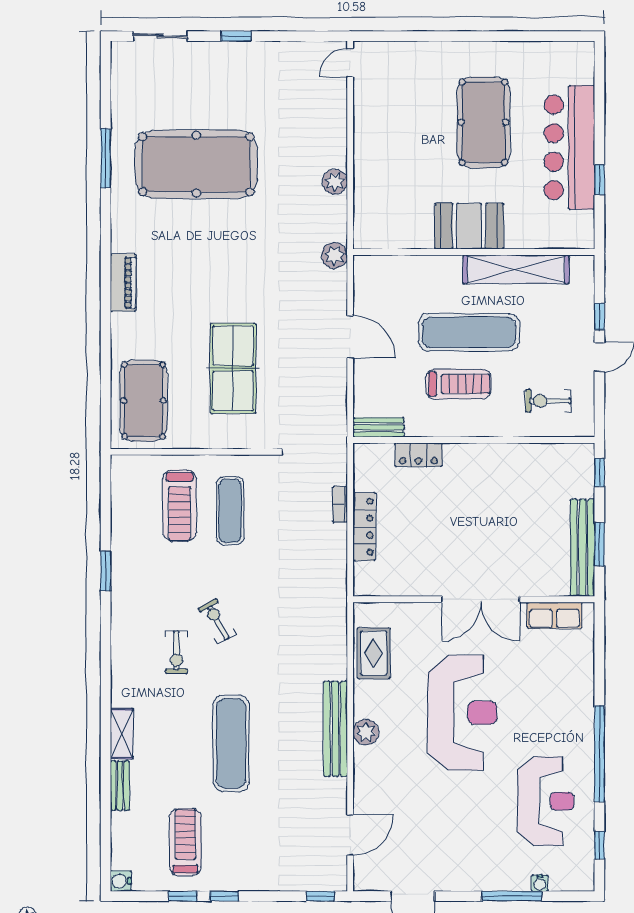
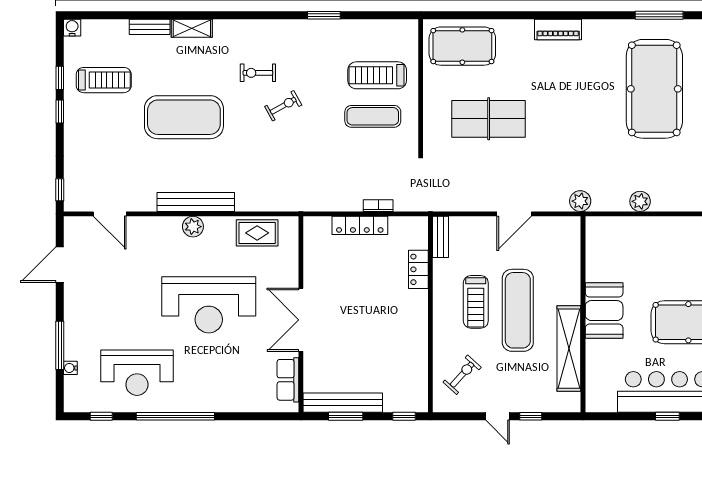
window: (599, 180) -> (667, 416), moved
exercise bike: (548, 401) -> (462, 375), turned 42
exercise mat: (231, 743) -> (184, 117), width x1.47

